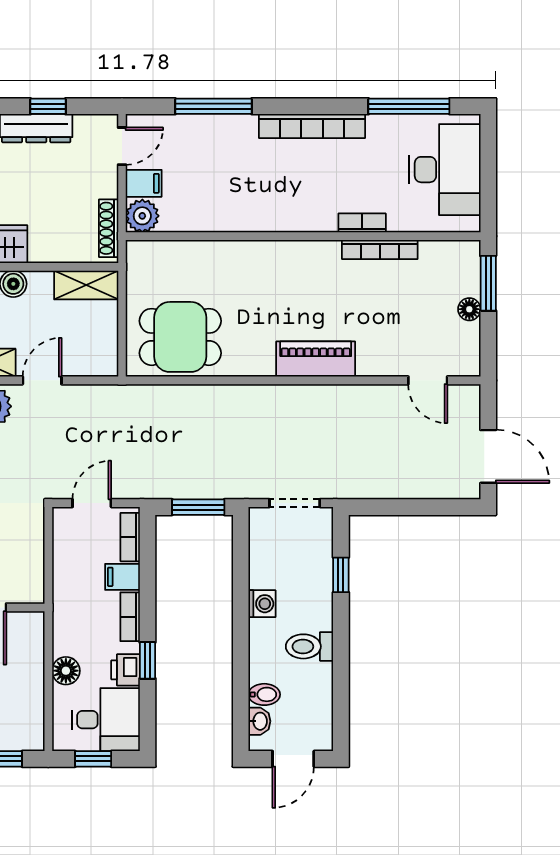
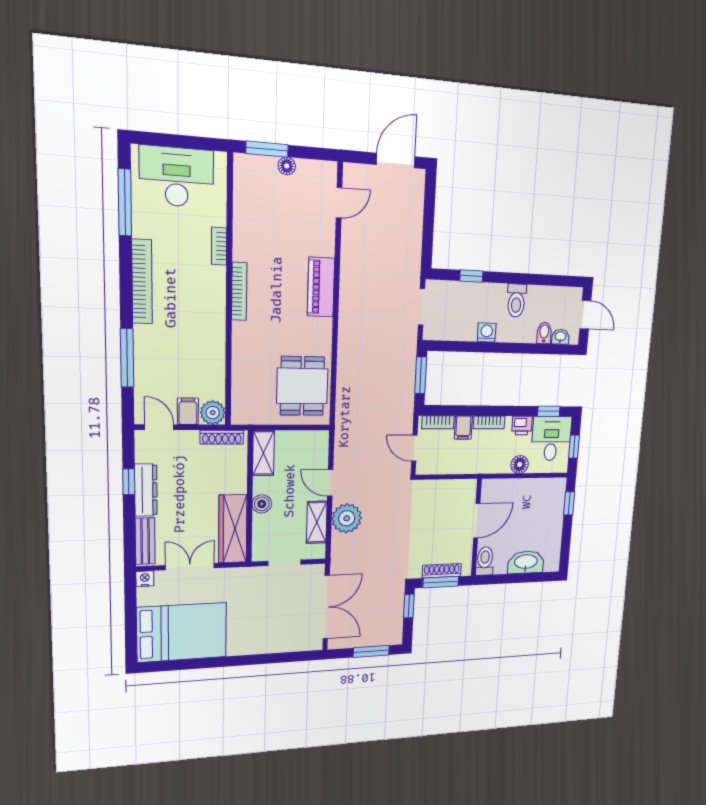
bookcase: (380, 249) -> (239, 291), moved
window: (147, 660) -> (549, 411), moved

